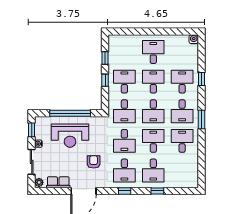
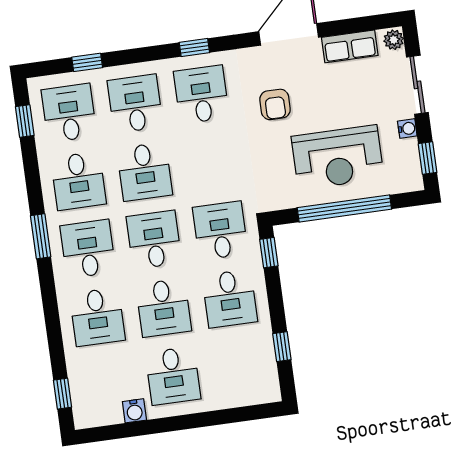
water cooler: (194, 39) -> (134, 411), moved
window: (202, 79) -> (62, 394), moved
window: (105, 80) -> (269, 253), moved
reception desk: (70, 136) -> (338, 157), turned 180
desk: (124, 141) -> (69, 113), moved
window: (202, 170) -> (25, 121), added
window: (157, 191) -> (87, 62), moved

